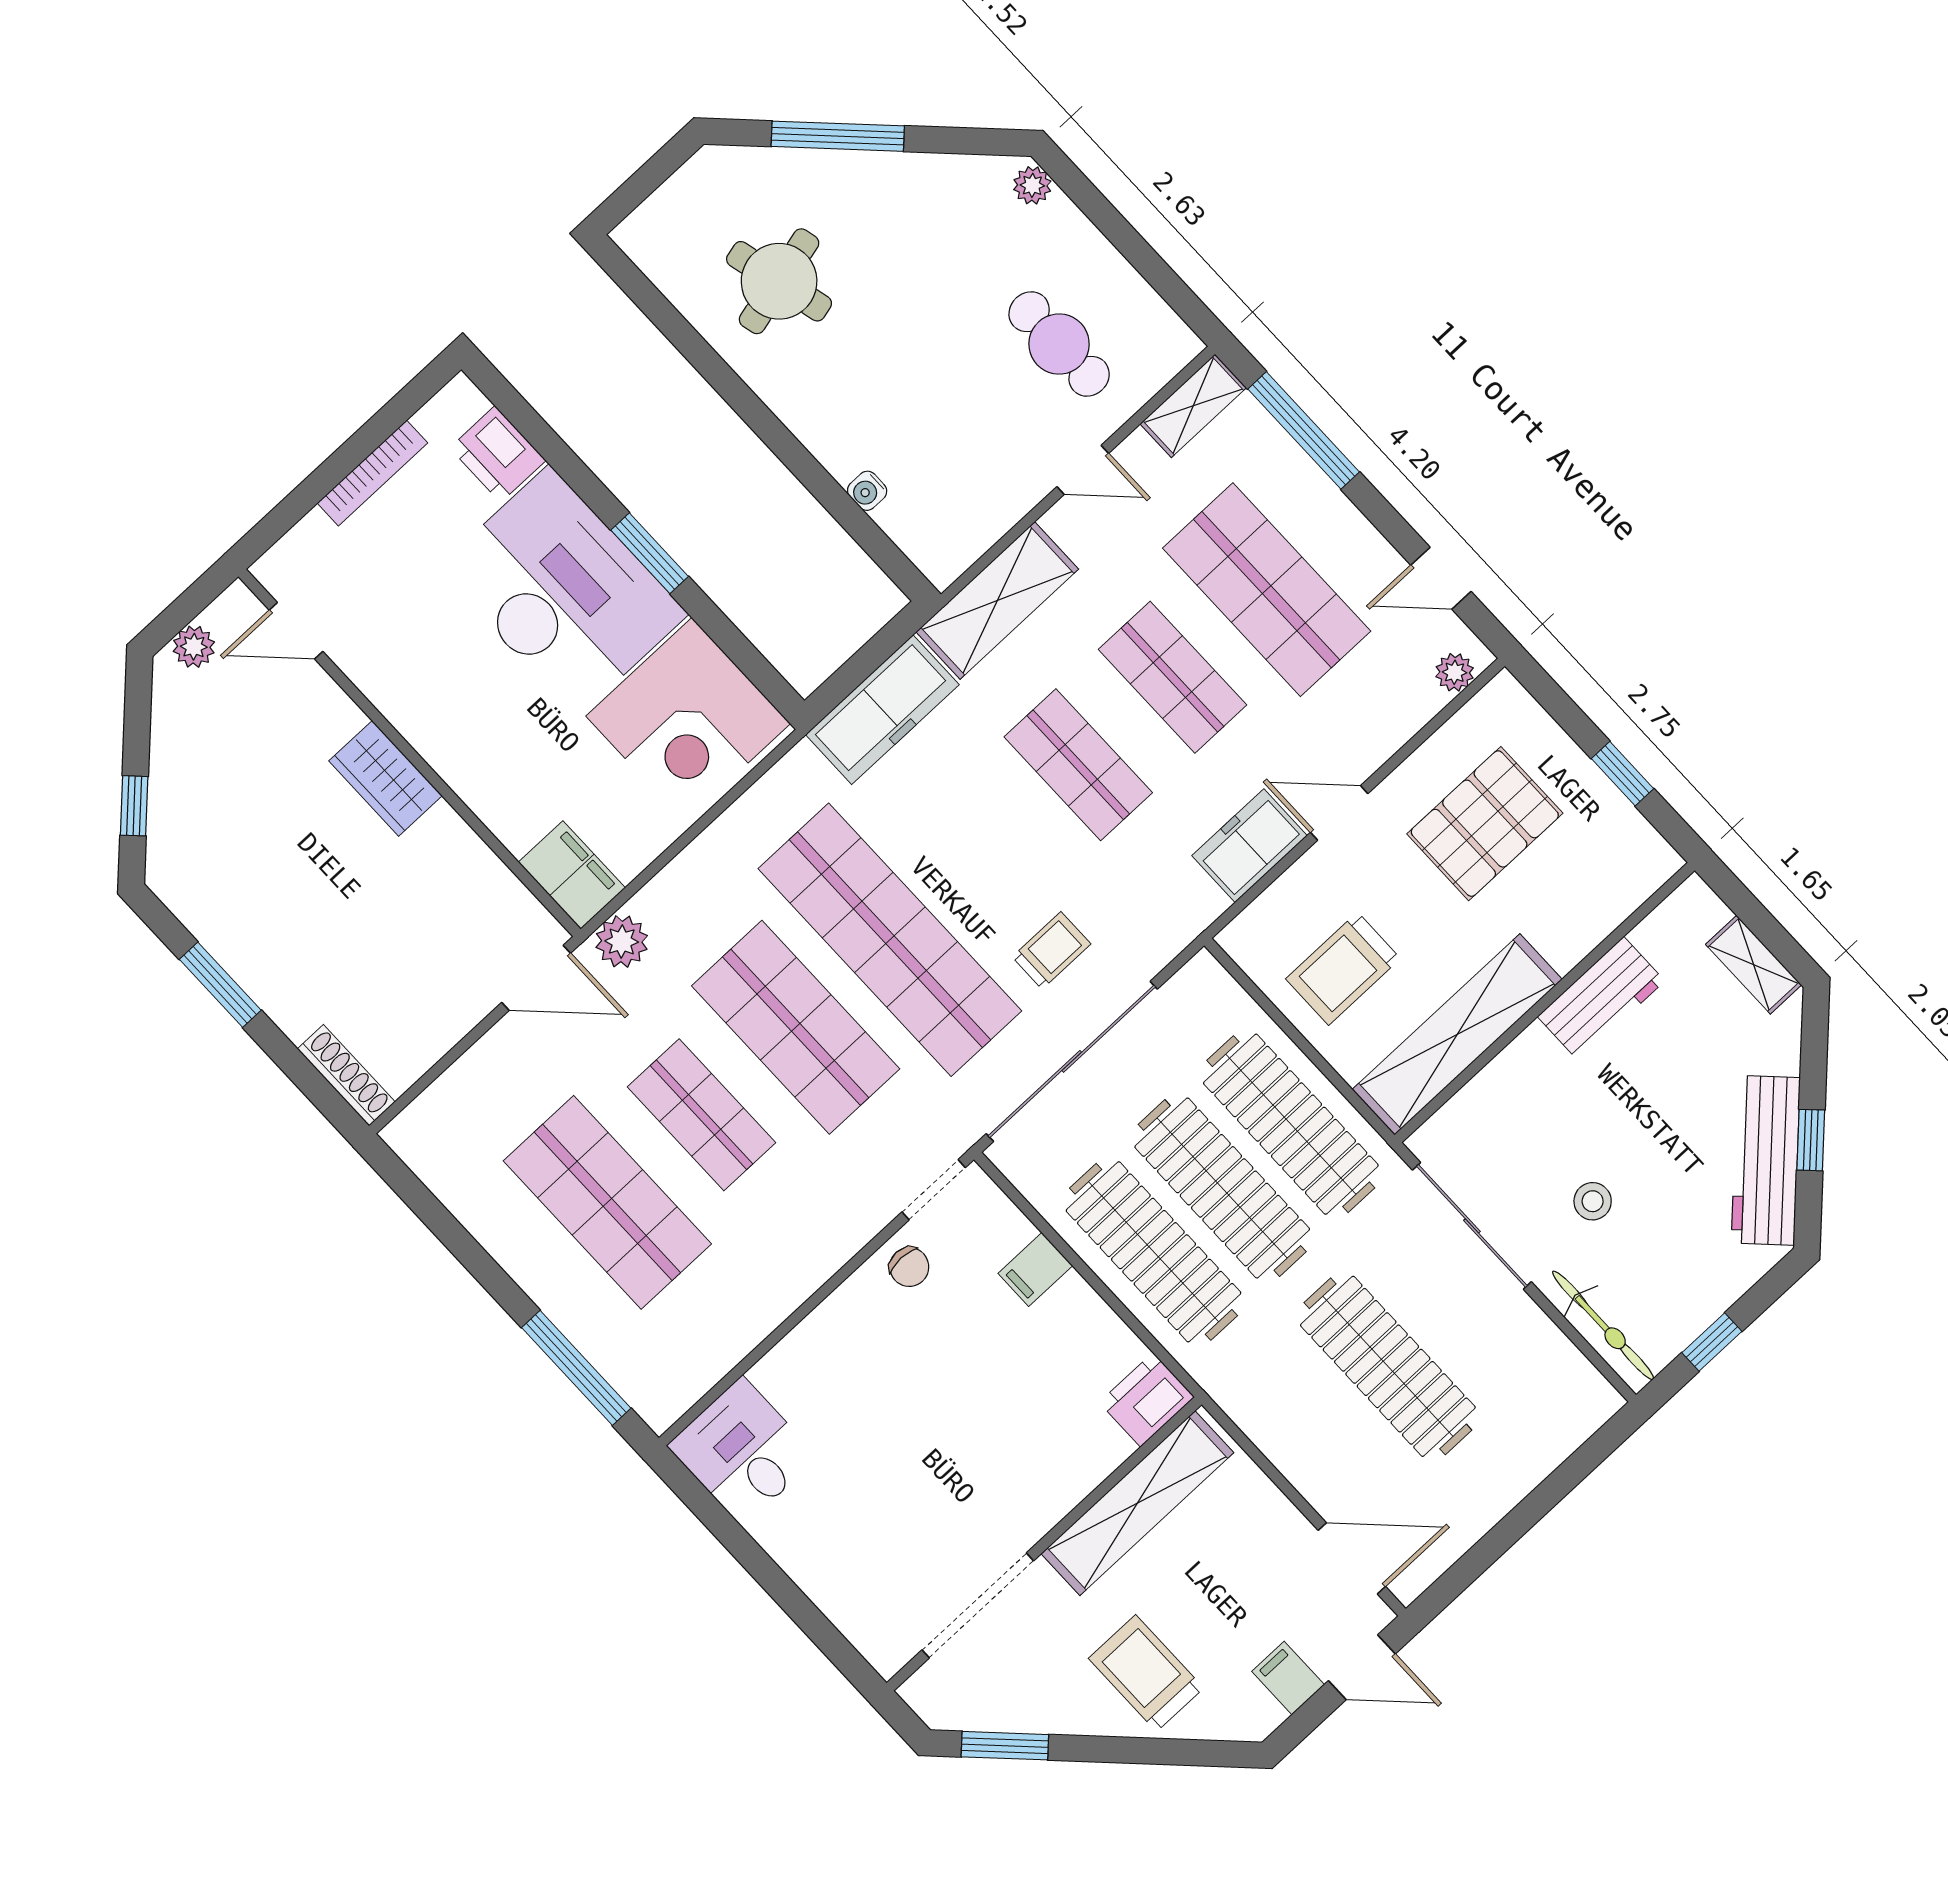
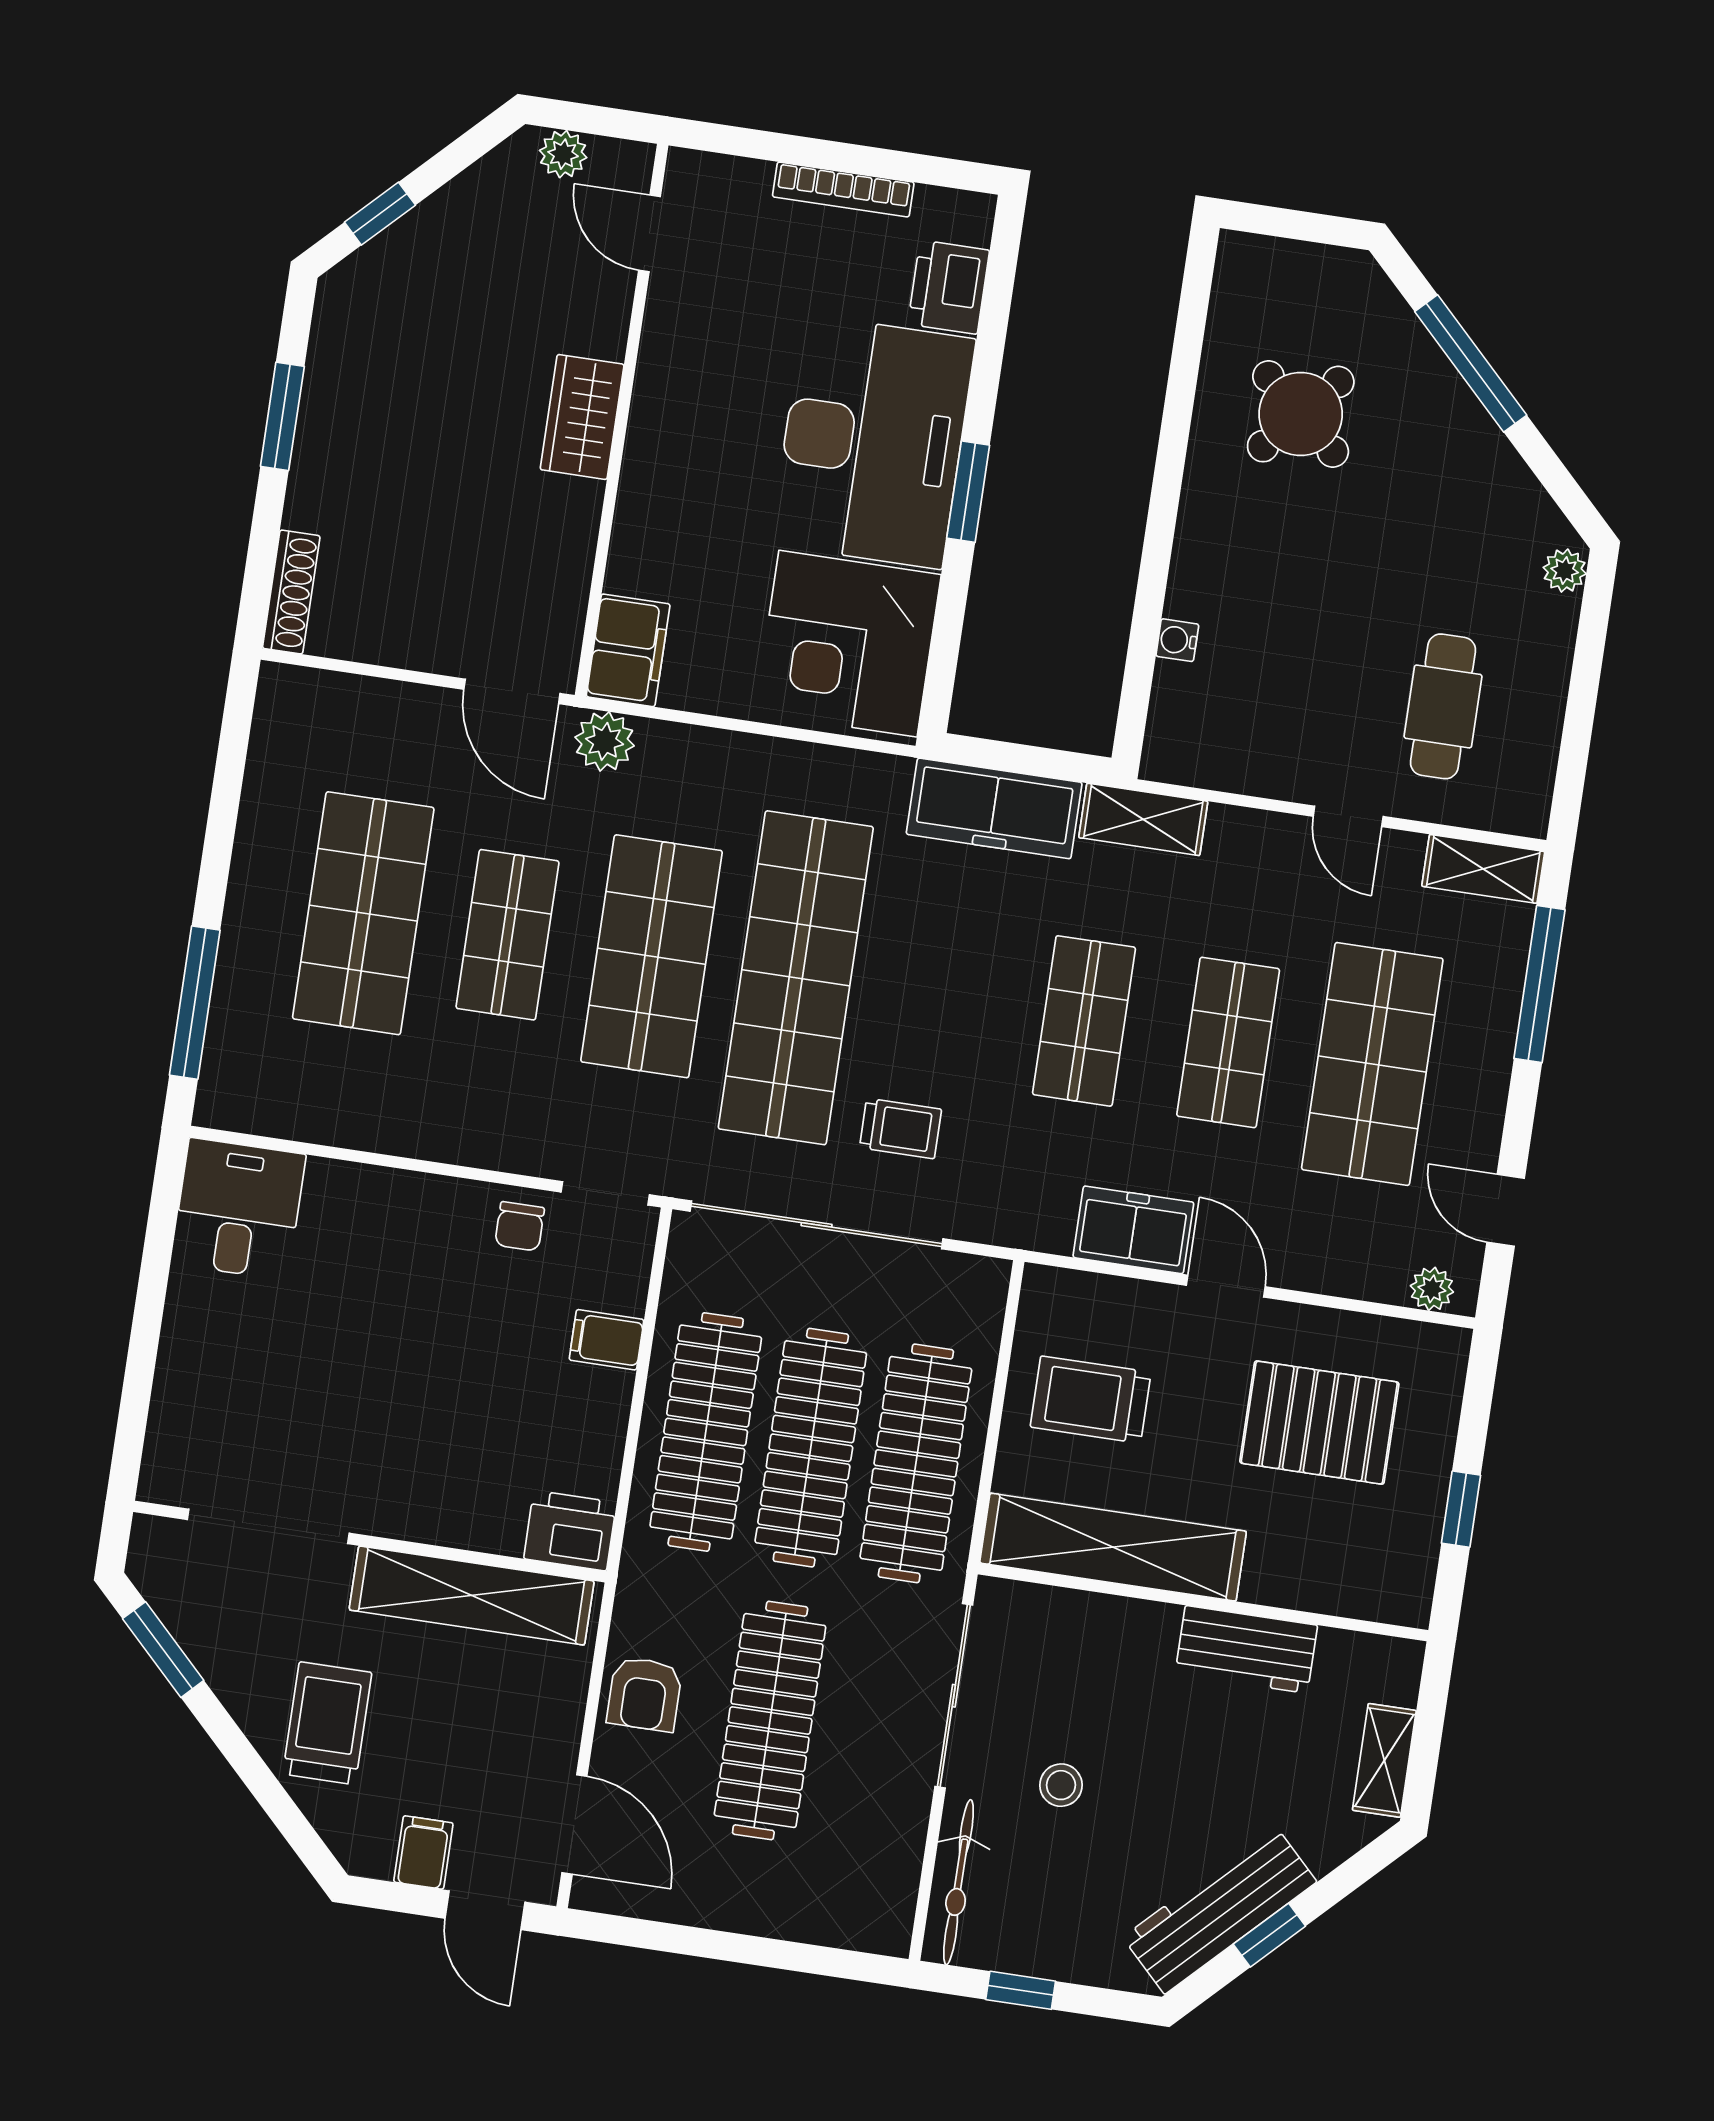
round table: (779, 281) -> (1301, 414), turned -35
shelving: (997, 600) -> (1143, 819), width x0.67, depth x0.75
armchair: (1301, 1438) -> (644, 1694), added

